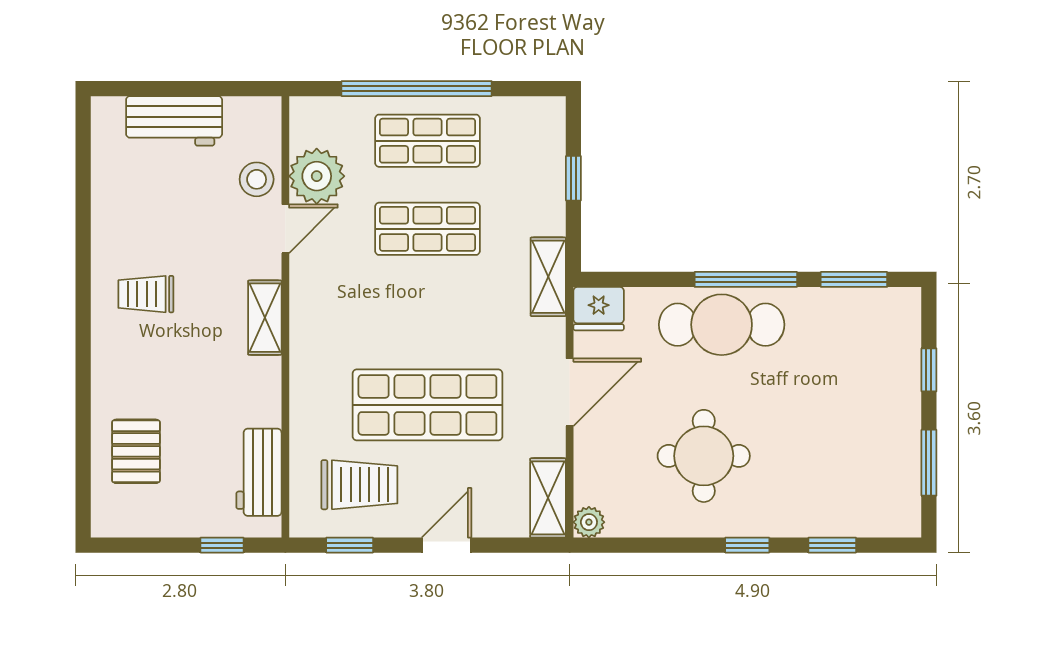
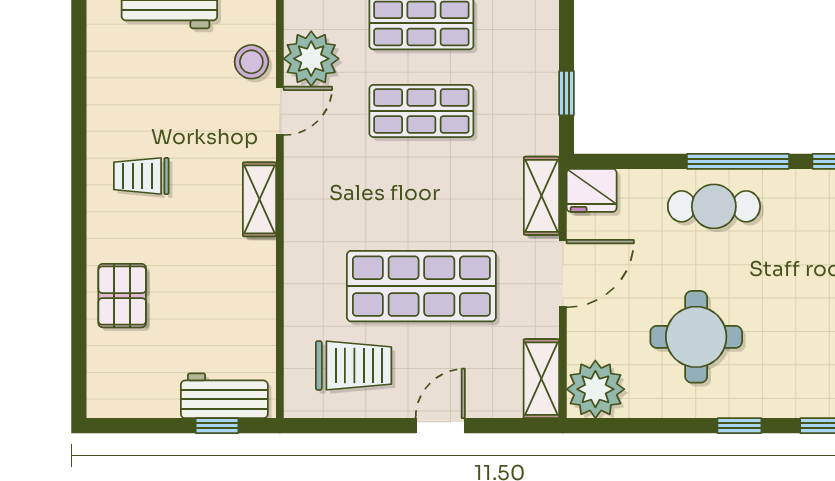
window: (573, 178) -> (567, 93), moved
shelving: (548, 277) -> (541, 196), moved
cafe table: (722, 325) -> (714, 206), width x0.73, depth x0.74
pallet: (136, 451) -> (122, 296), moved
workbench: (259, 472) -> (224, 396), moved, turned 90
plant: (589, 522) -> (595, 389), width x1.87, depth x1.87
window: (350, 545) -> (344, 426), removed

